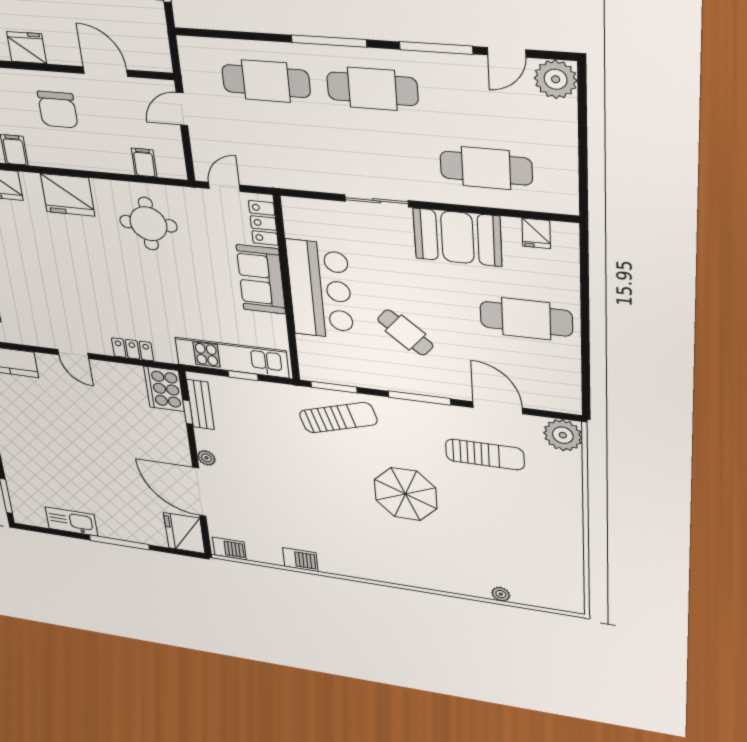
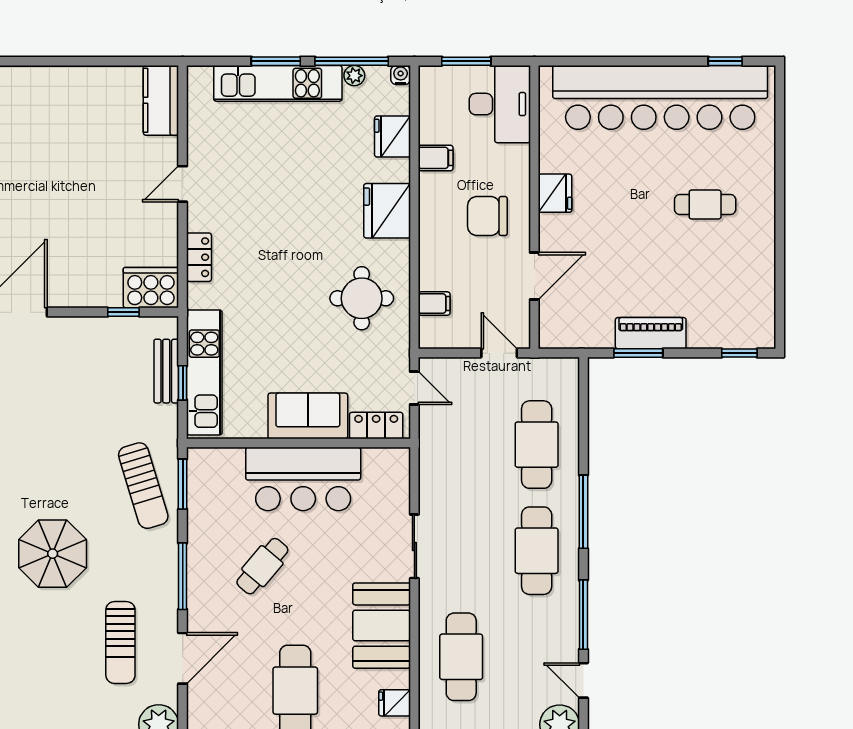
bench: (200, 405) -> (166, 371), moved, turned 90
plant: (206, 458) -> (63, 327), removed

